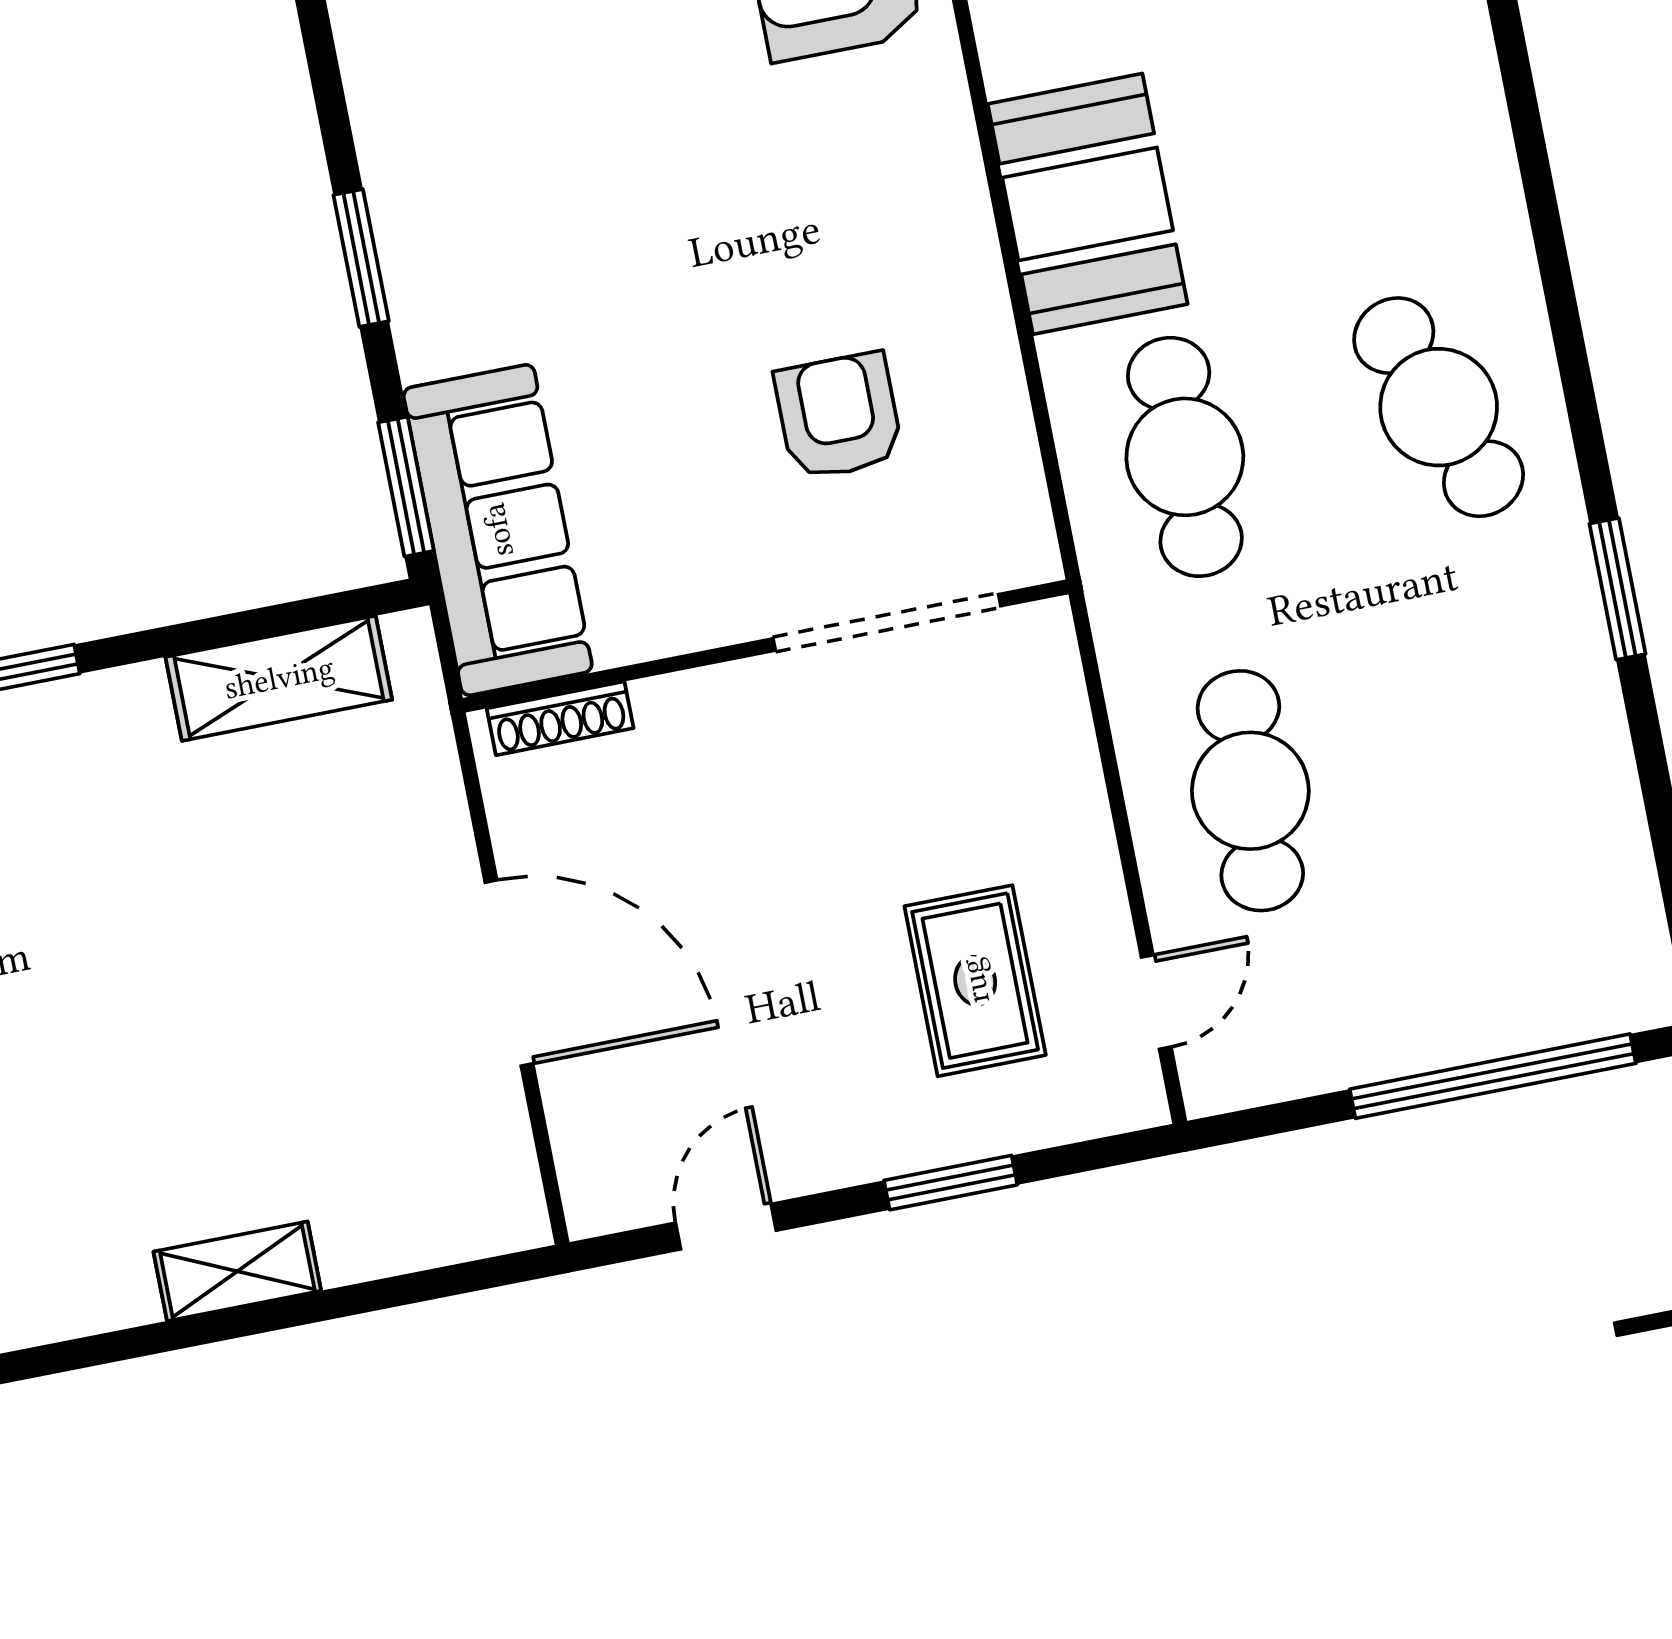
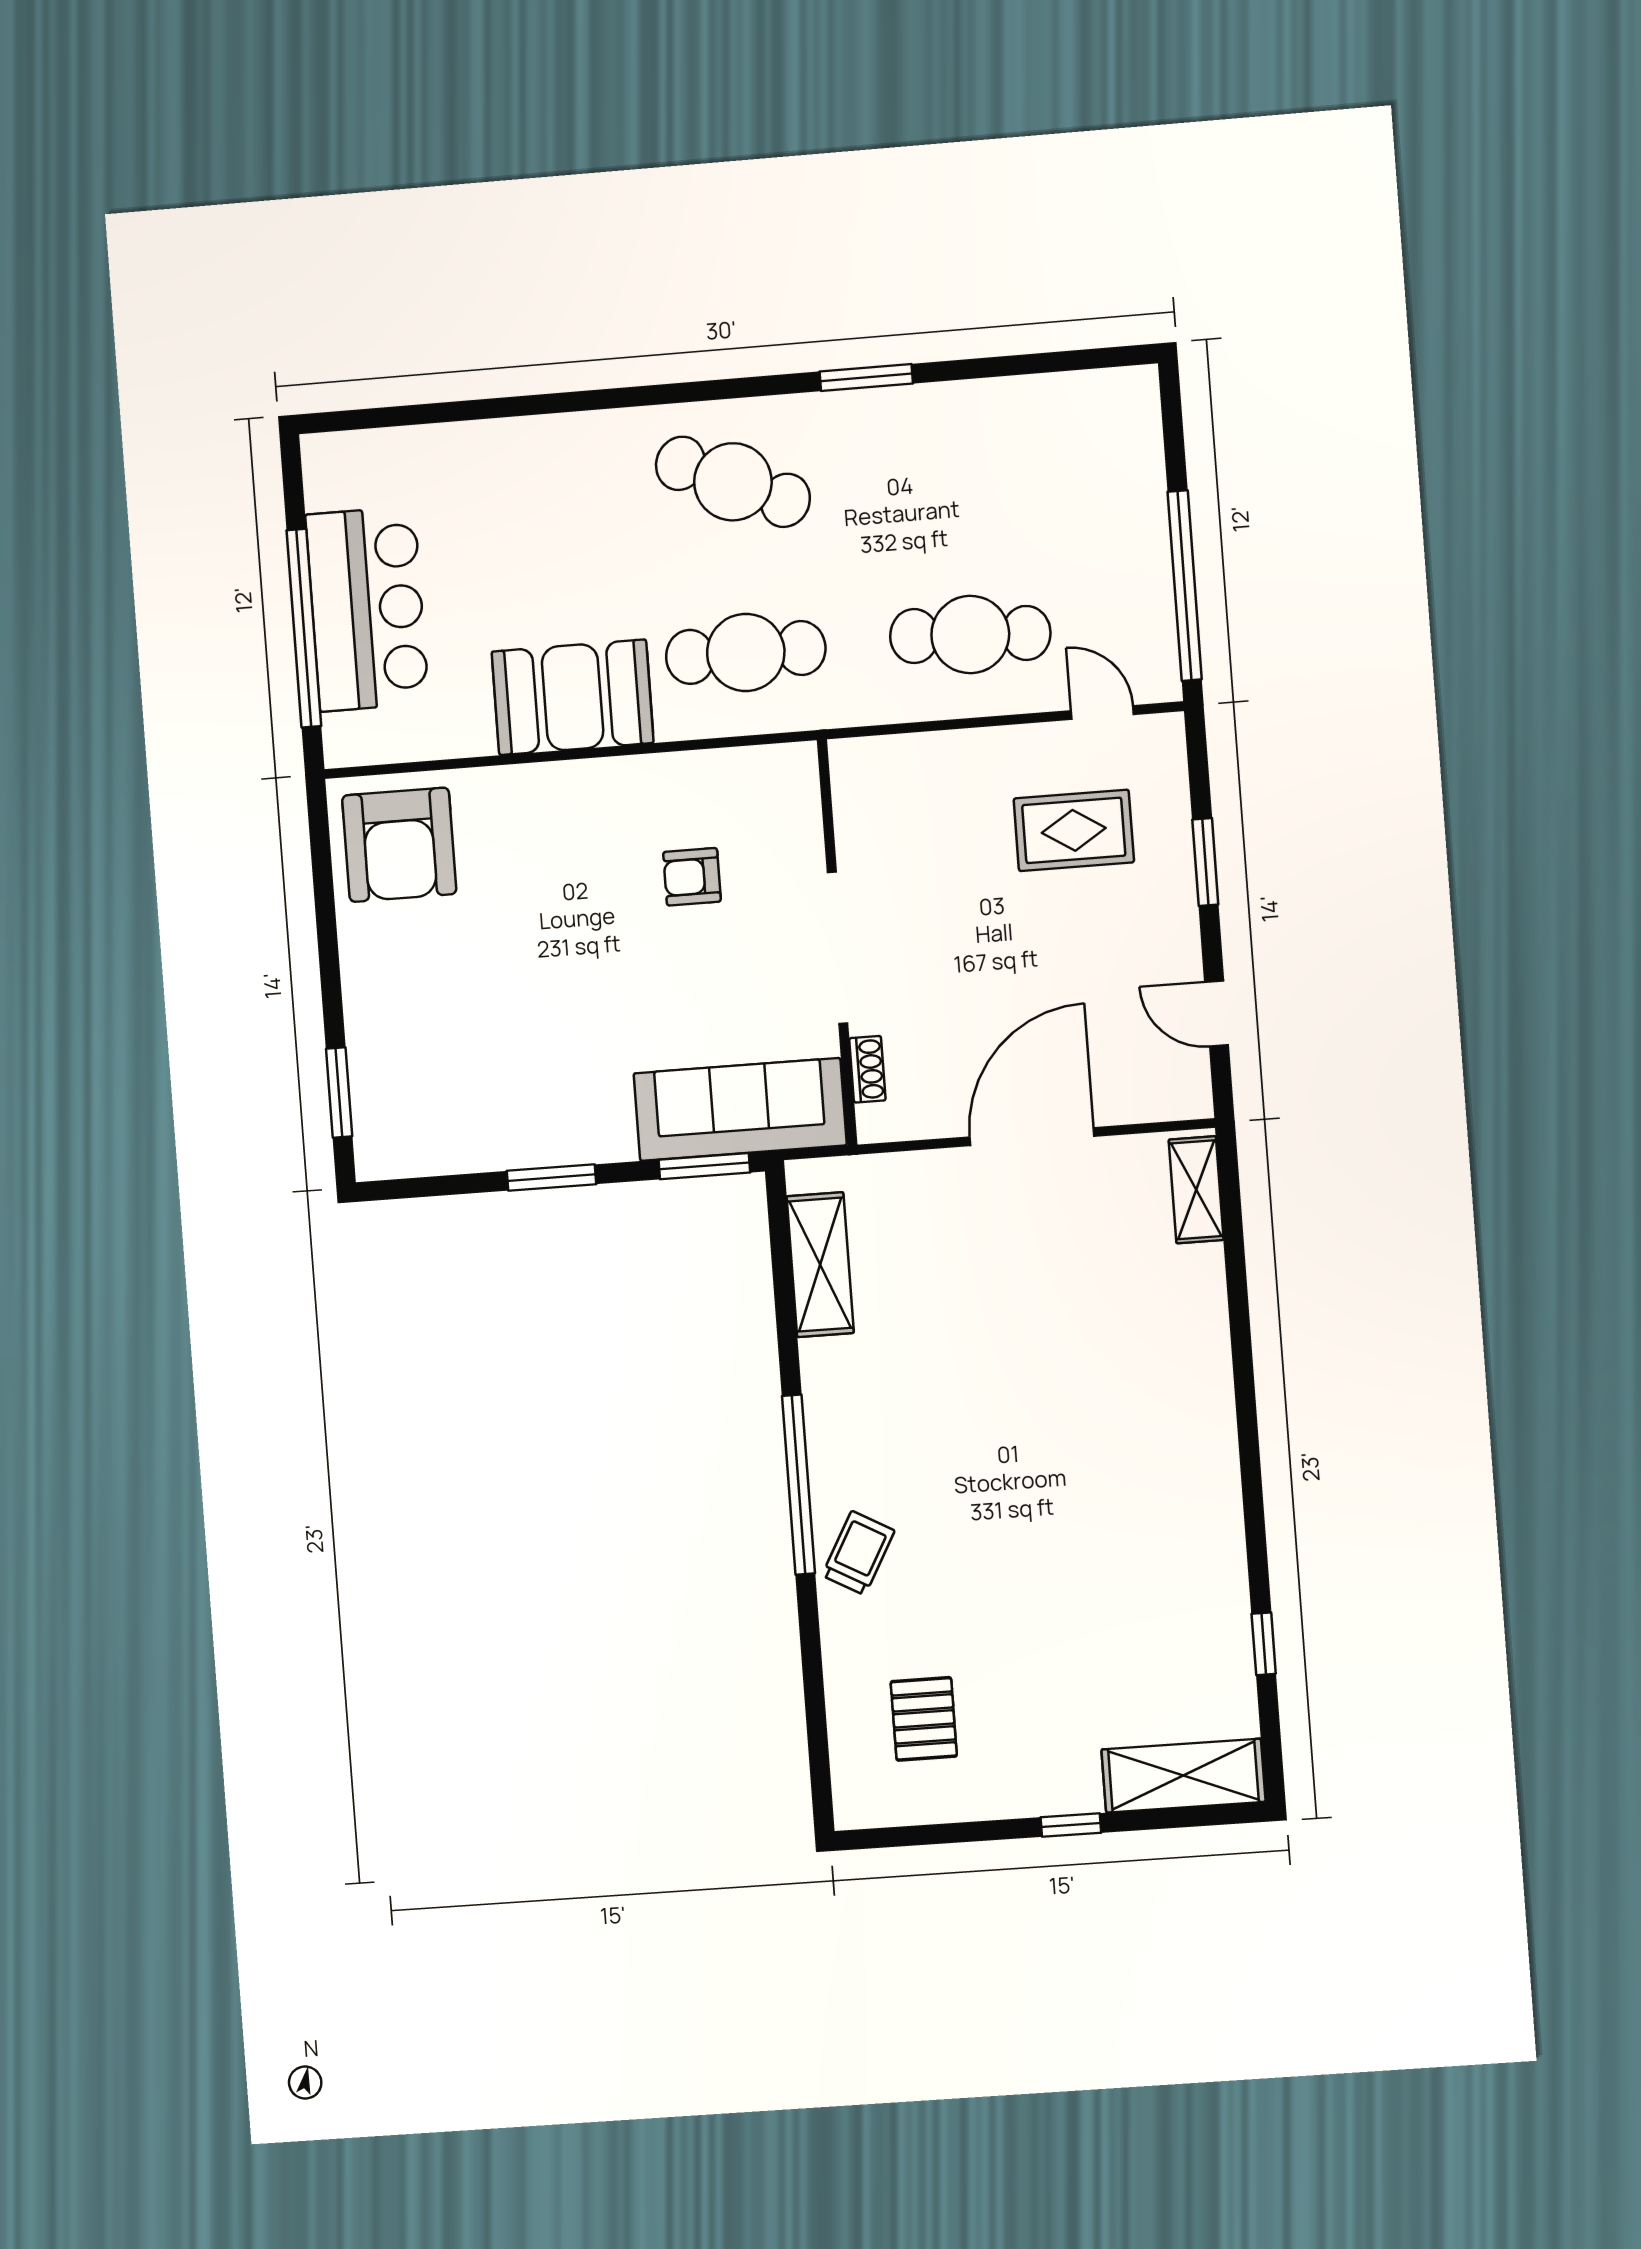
cafe table: (1439, 407) -> (733, 482), turned 45
armchair: (839, 416) -> (692, 877), width x0.72, depth x0.72
doorway: (887, 622) -> (838, 948), moved
shoe rack: (560, 718) -> (867, 1069), width x0.70
window: (1493, 1076) -> (1185, 586), moved
shelving: (237, 1271) -> (1196, 1190), moved

